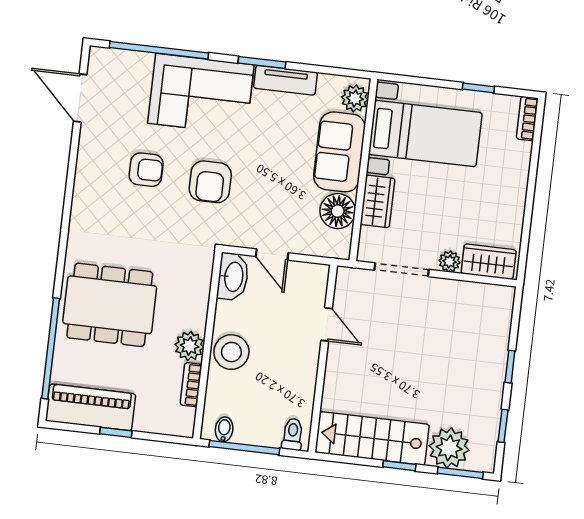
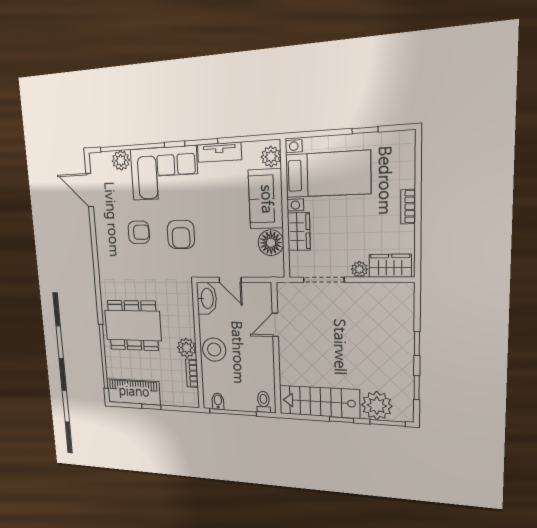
plant: (138, 65) -> (121, 160), added
bookcase: (527, 118) -> (408, 207), moved
door: (327, 324) -> (275, 325), swing flipped

